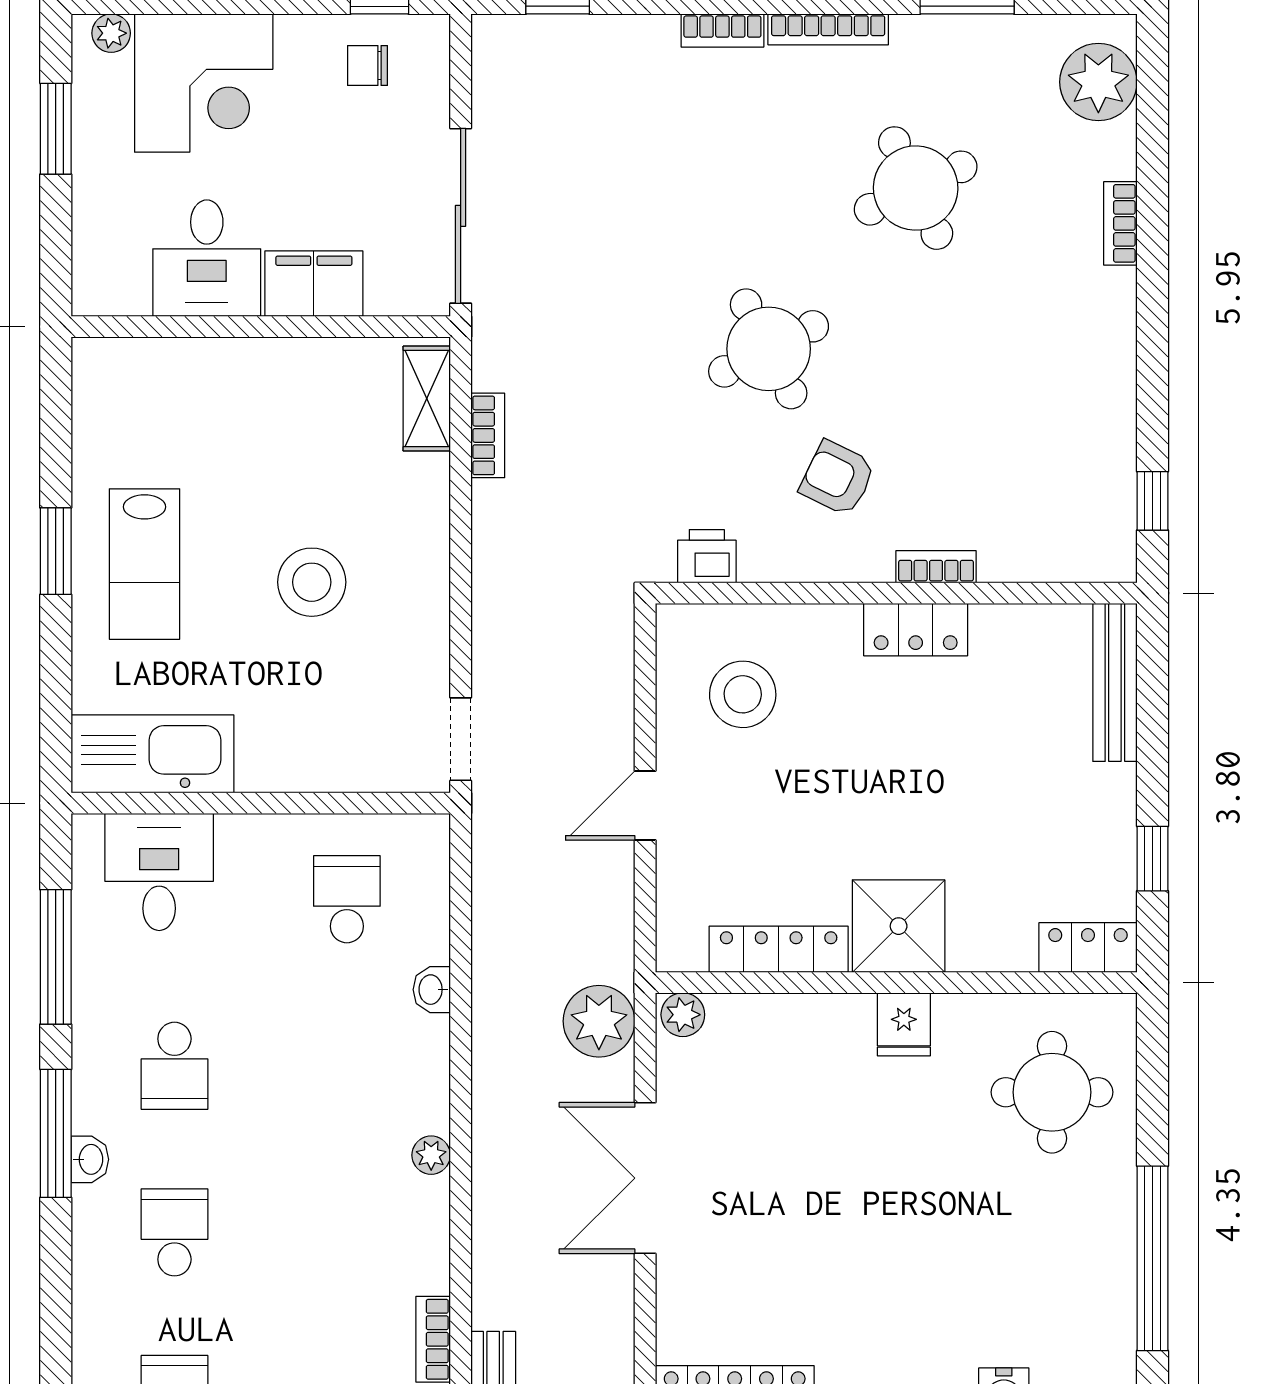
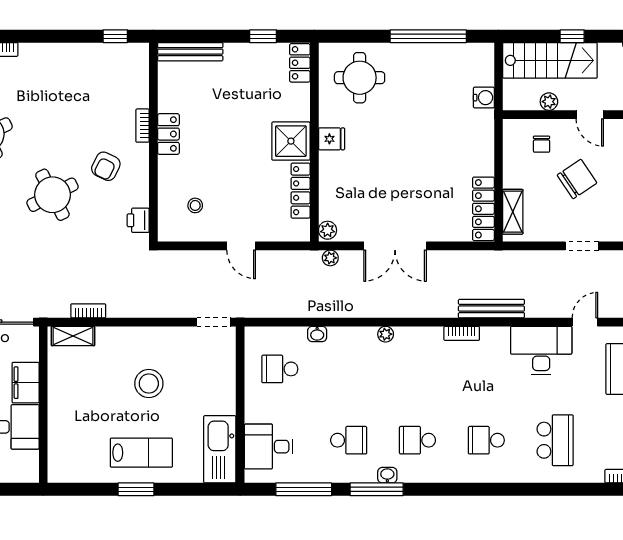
stool: (743, 694) -> (195, 205), width x0.53, depth x0.53
plant: (599, 1021) -> (330, 258), width x0.53, depth x0.53

